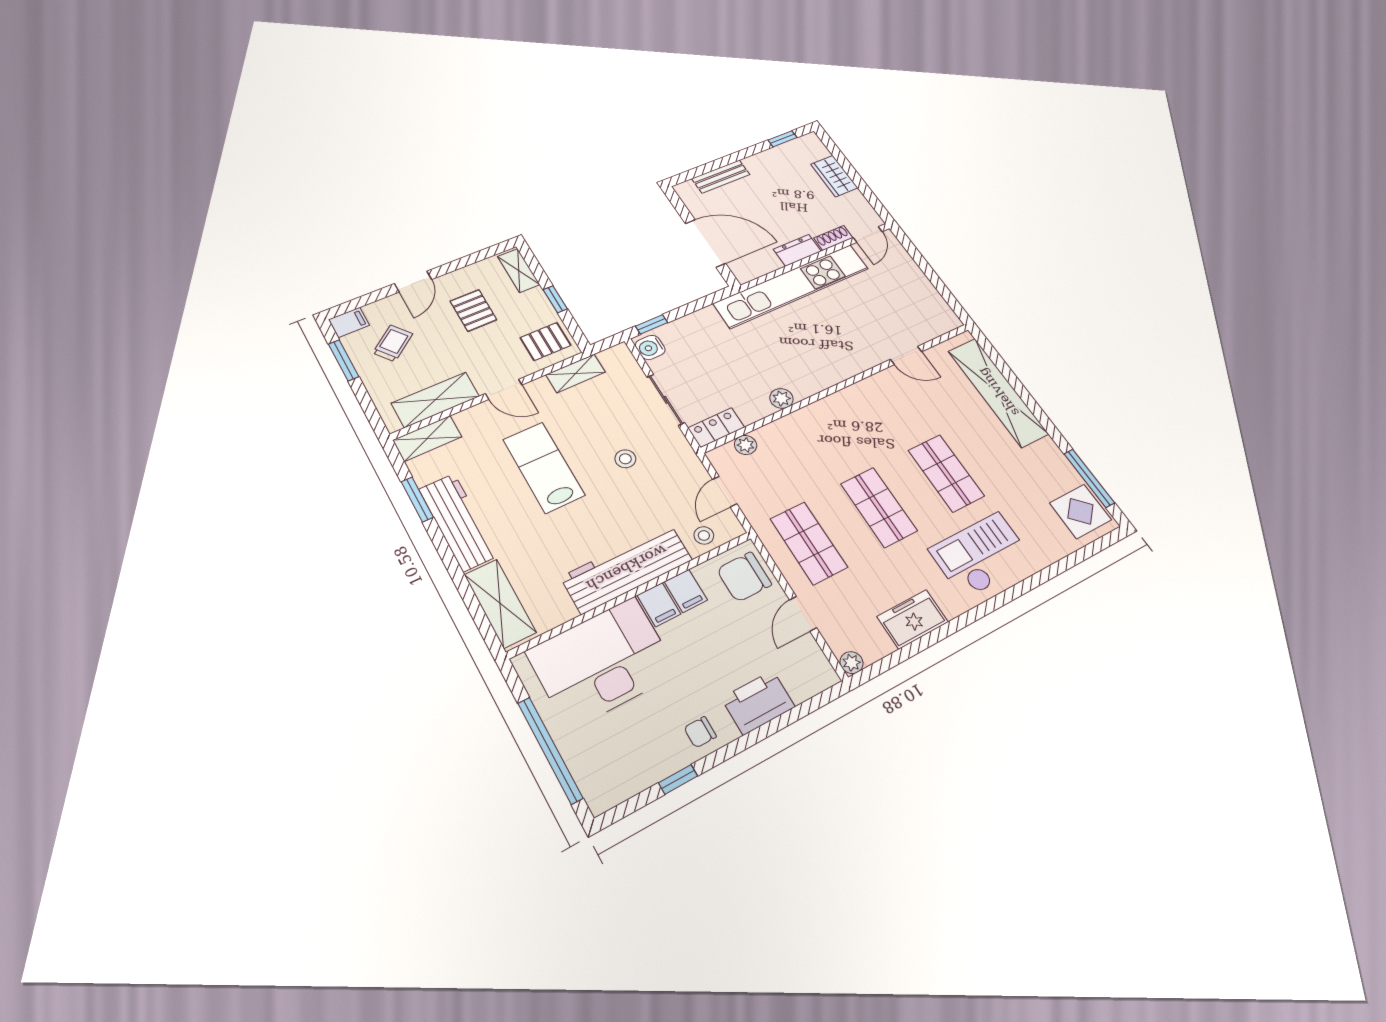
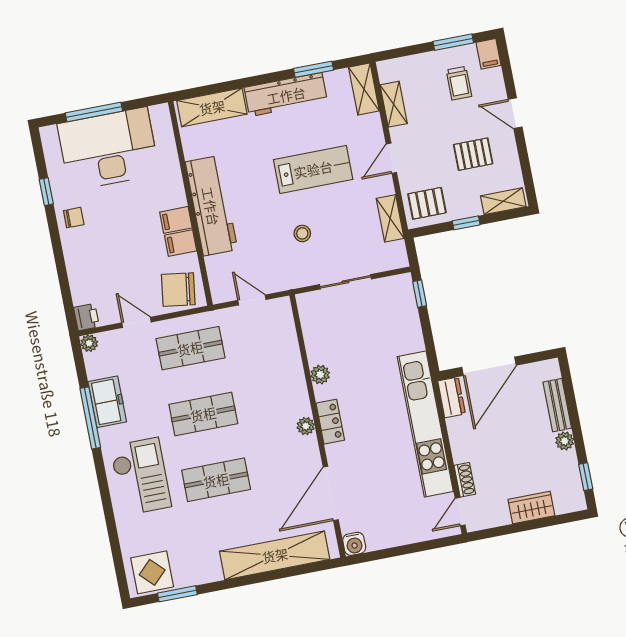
plant: (755, 163) -> (565, 441), added
door: (868, 235) -> (460, 512), hinge flipped
dresser: (797, 250) -> (451, 397), moved
pallet: (546, 341) -> (427, 203), turned 90
trolley: (393, 343) -> (459, 83), turned 38
water cooler: (650, 347) -> (354, 544), moved, turned 180
door: (906, 355) -> (331, 493), width x1.87
shelving: (435, 400) -> (394, 104), width x0.67, depth x0.75
locker: (716, 428) -> (330, 422), moved
plant: (746, 445) -> (306, 426), moved
window: (1089, 478) -> (177, 594), width x0.69
stool: (704, 535) -> (220, 271), removed
chair: (744, 577) -> (178, 290), turned -82
window: (941, 633) -> (90, 418), added
desk: (602, 662) -> (108, 149), moved, turned -90
printer: (758, 702) -> (86, 317), moved, width x0.53, depth x0.68
chair: (700, 732) -> (74, 218), turned 90
window: (550, 750) -> (94, 112), width x0.68

